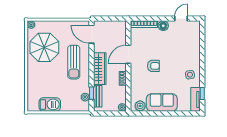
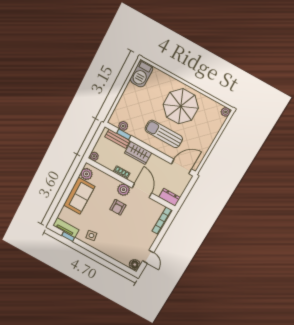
floor lamp: (163, 26) -> (135, 265), moved
dresser: (121, 29) -> (170, 197), added
parasol: (44, 47) -> (181, 106), moved
wardrobe: (100, 69) -> (138, 153), width x0.67
plant: (136, 69) -> (123, 190), added
barbecue: (50, 104) -> (142, 74), moved

